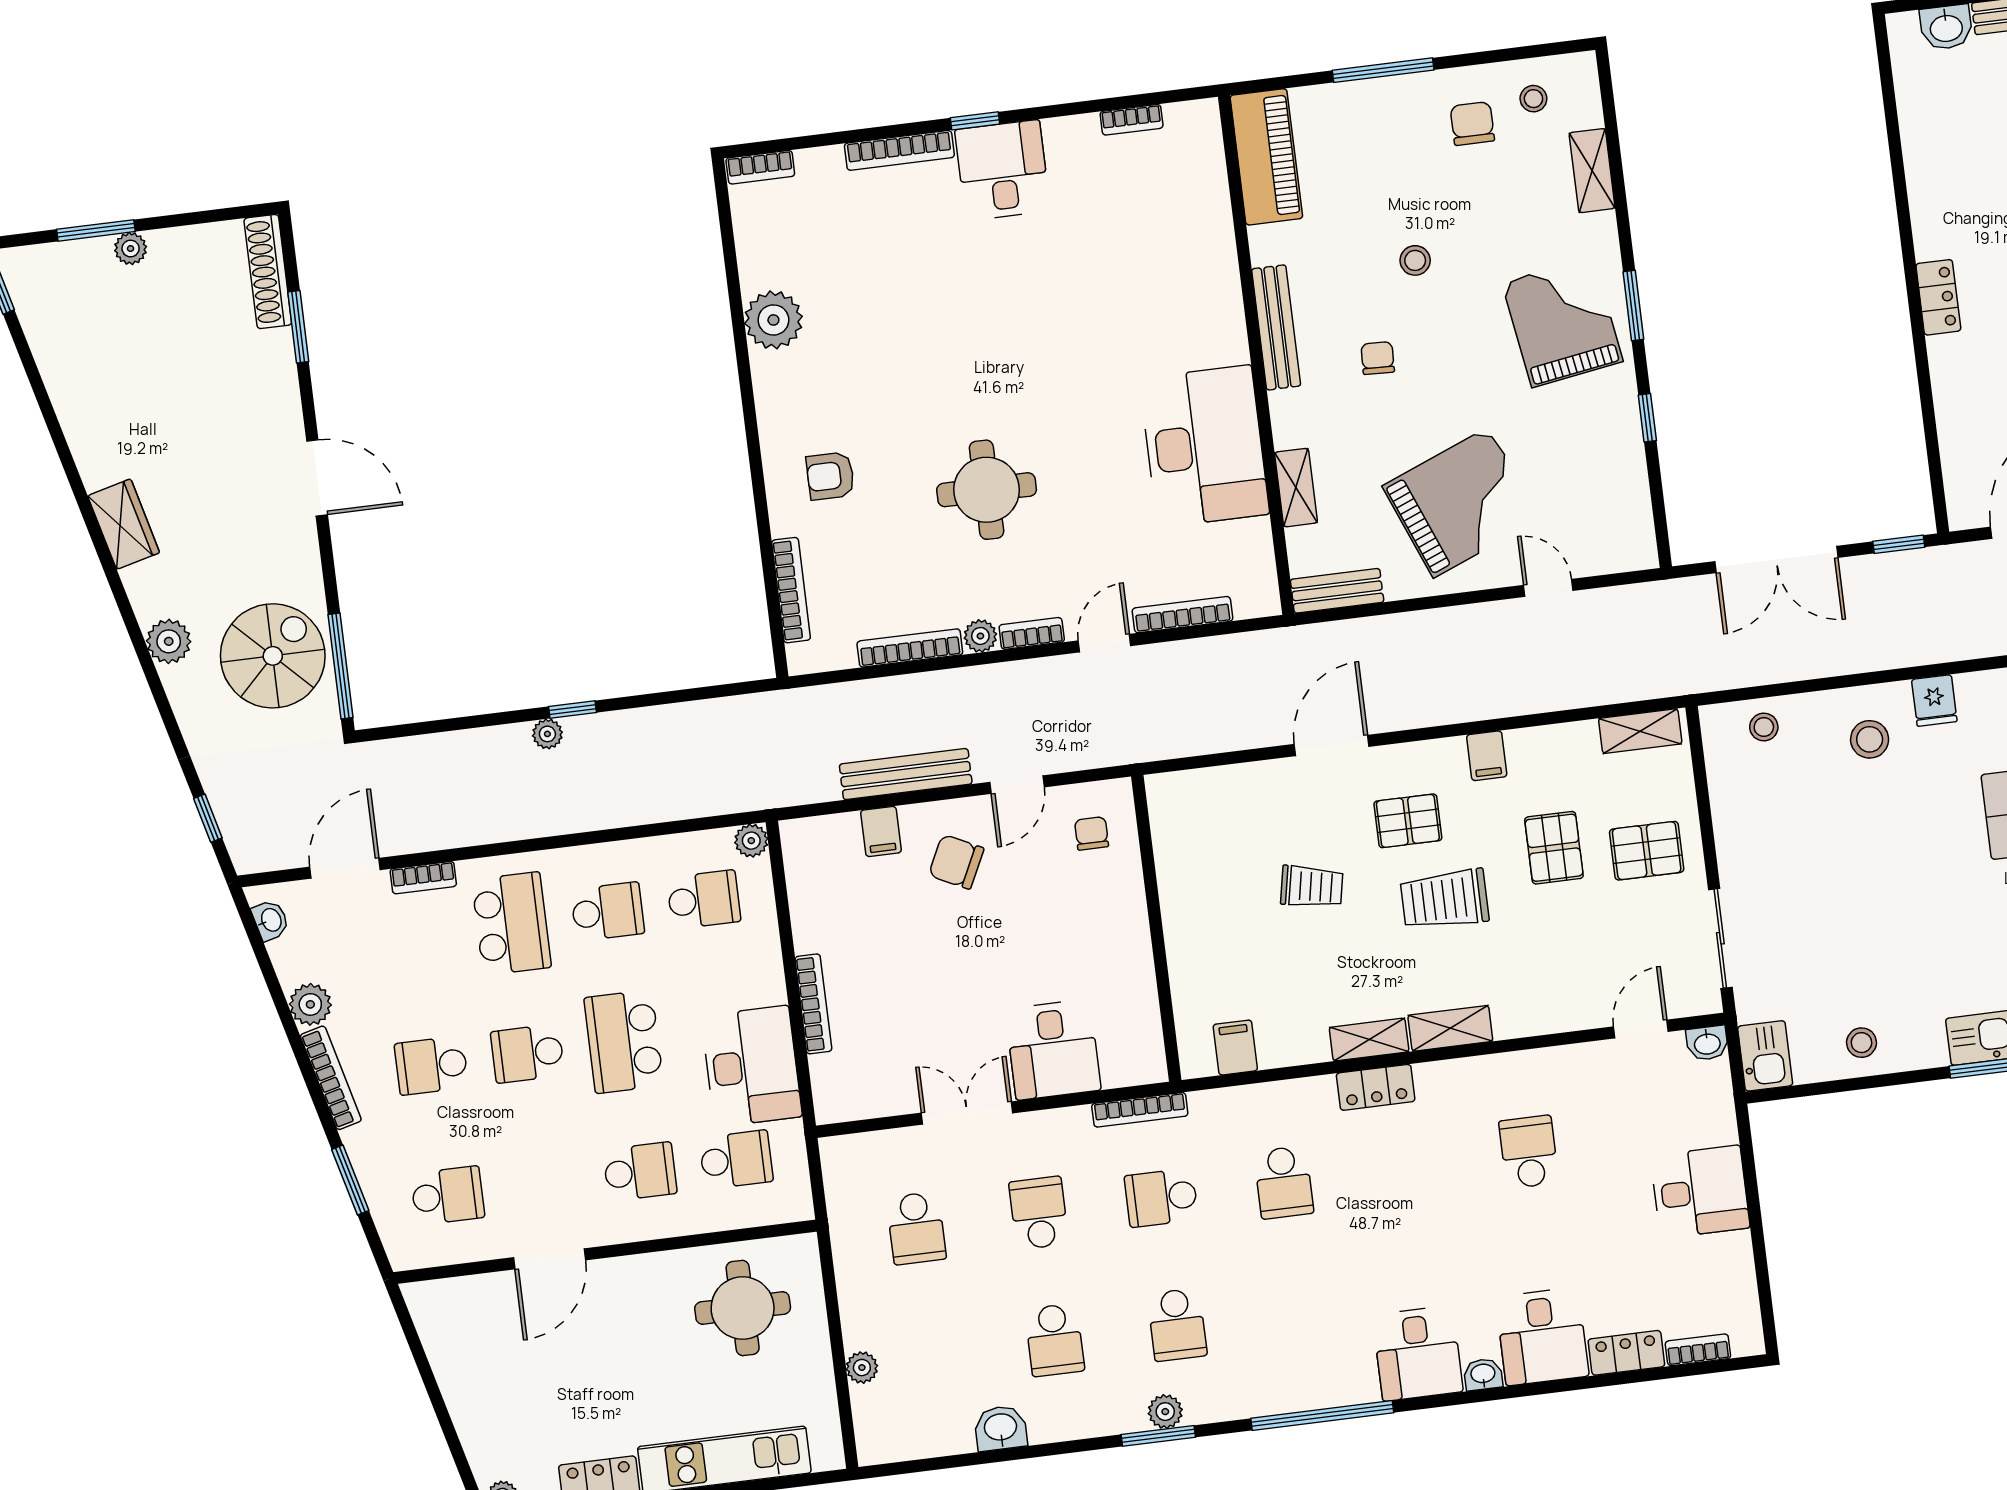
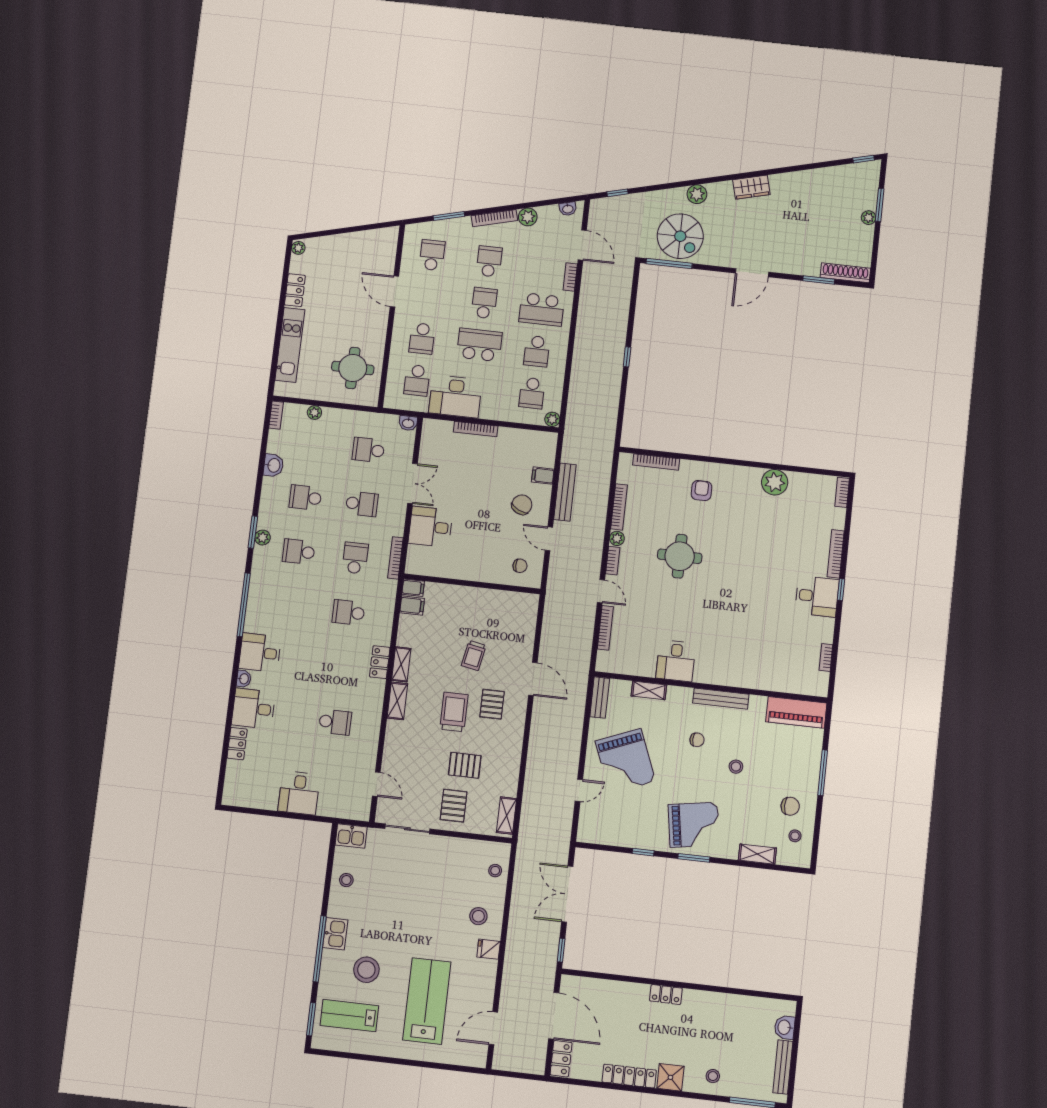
desk: (1204, 446) -> (676, 661), width x0.53, depth x0.77
plant: (547, 734) -> (619, 344), removed
filing cabinet: (1487, 756) -> (413, 588), moved, turned 180
washbasin: (1707, 1043) -> (408, 423), moved, turned -90
school desk: (448, 1196) -> (432, 255), turned 180
bookcase: (1698, 1350) -> (276, 415), moved

